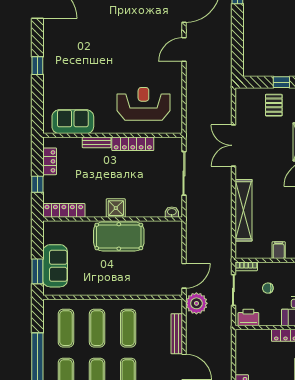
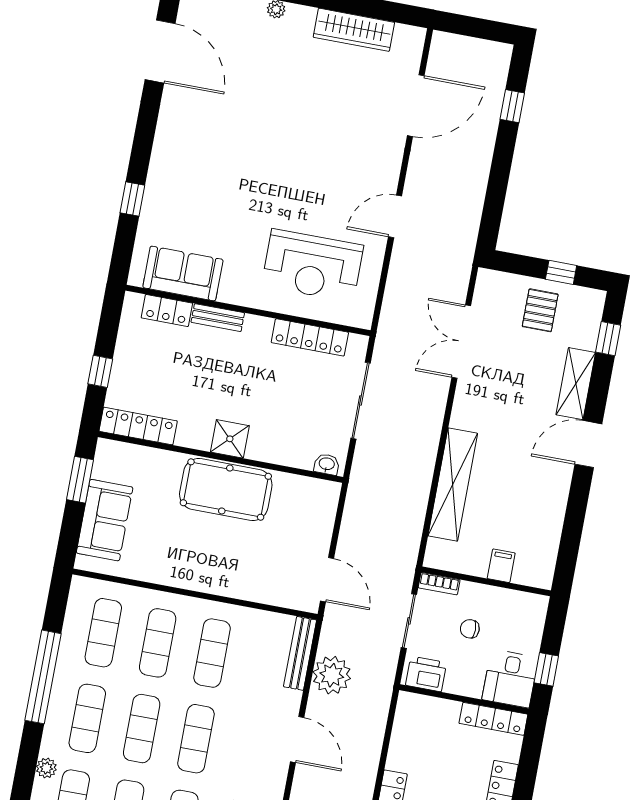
door: (184, 50) -> (395, 216), moved
window: (37, 66) -> (132, 199), moved
reception desk: (143, 104) -> (312, 266), turned 180
locker: (133, 144) -> (310, 337), moved
double door: (233, 145) -> (461, 342), moved
locker: (50, 161) -> (167, 310), moved, turned 90
window: (37, 271) -> (80, 480), moved
door: (184, 276) -> (327, 580), hinge flipped
plant: (196, 303) -> (332, 675), moved
bench: (177, 334) -> (300, 653), moved

